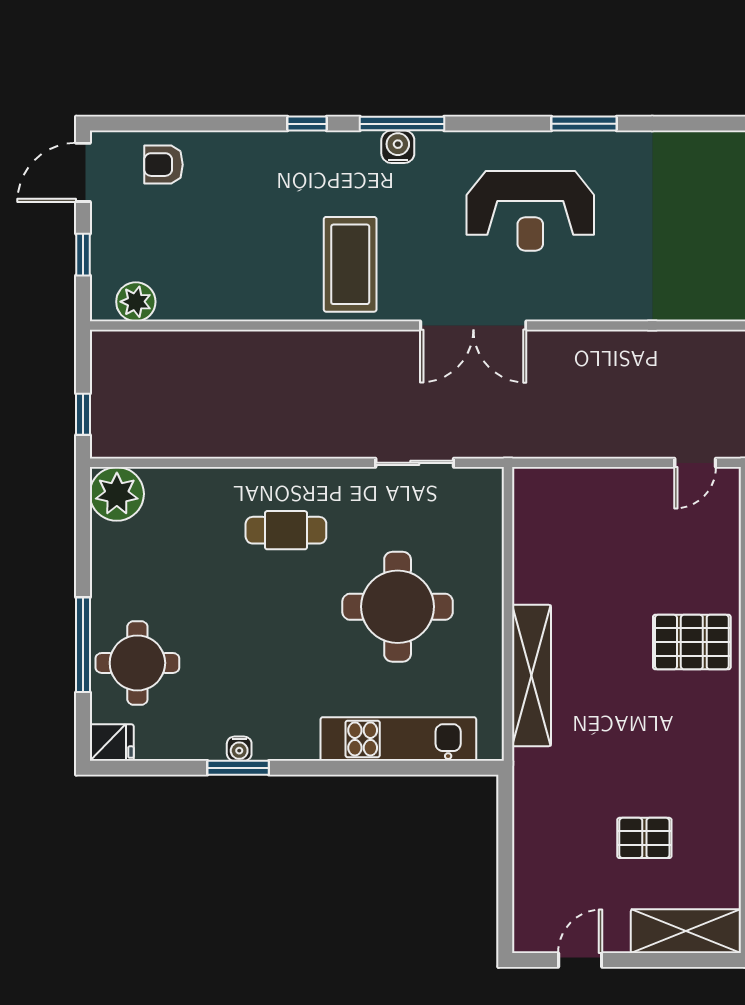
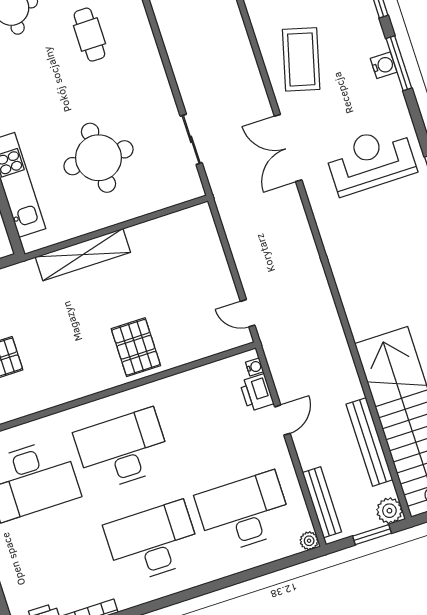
reception desk: (530, 211) -> (371, 160), turned 90
coffee table: (350, 264) -> (301, 59), turned -75
cafe table: (286, 530) -> (89, 35), moved

